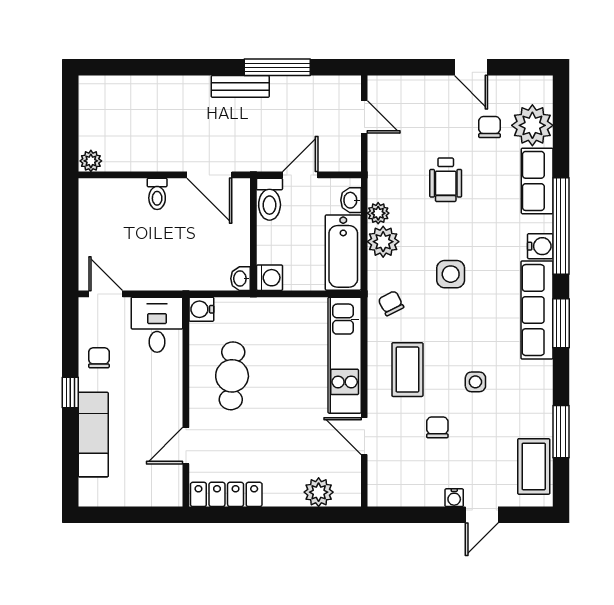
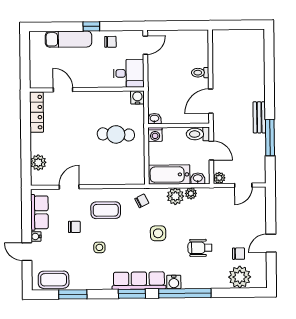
plant: (91, 161) -> (219, 178), moved
wheelchair: (446, 180) -> (200, 248), moved
row of seats: (537, 181) -> (39, 212), moved, turned 90
kitchen unit: (345, 355) -> (113, 176), removed
cafe table: (232, 376) -> (116, 134), moved

